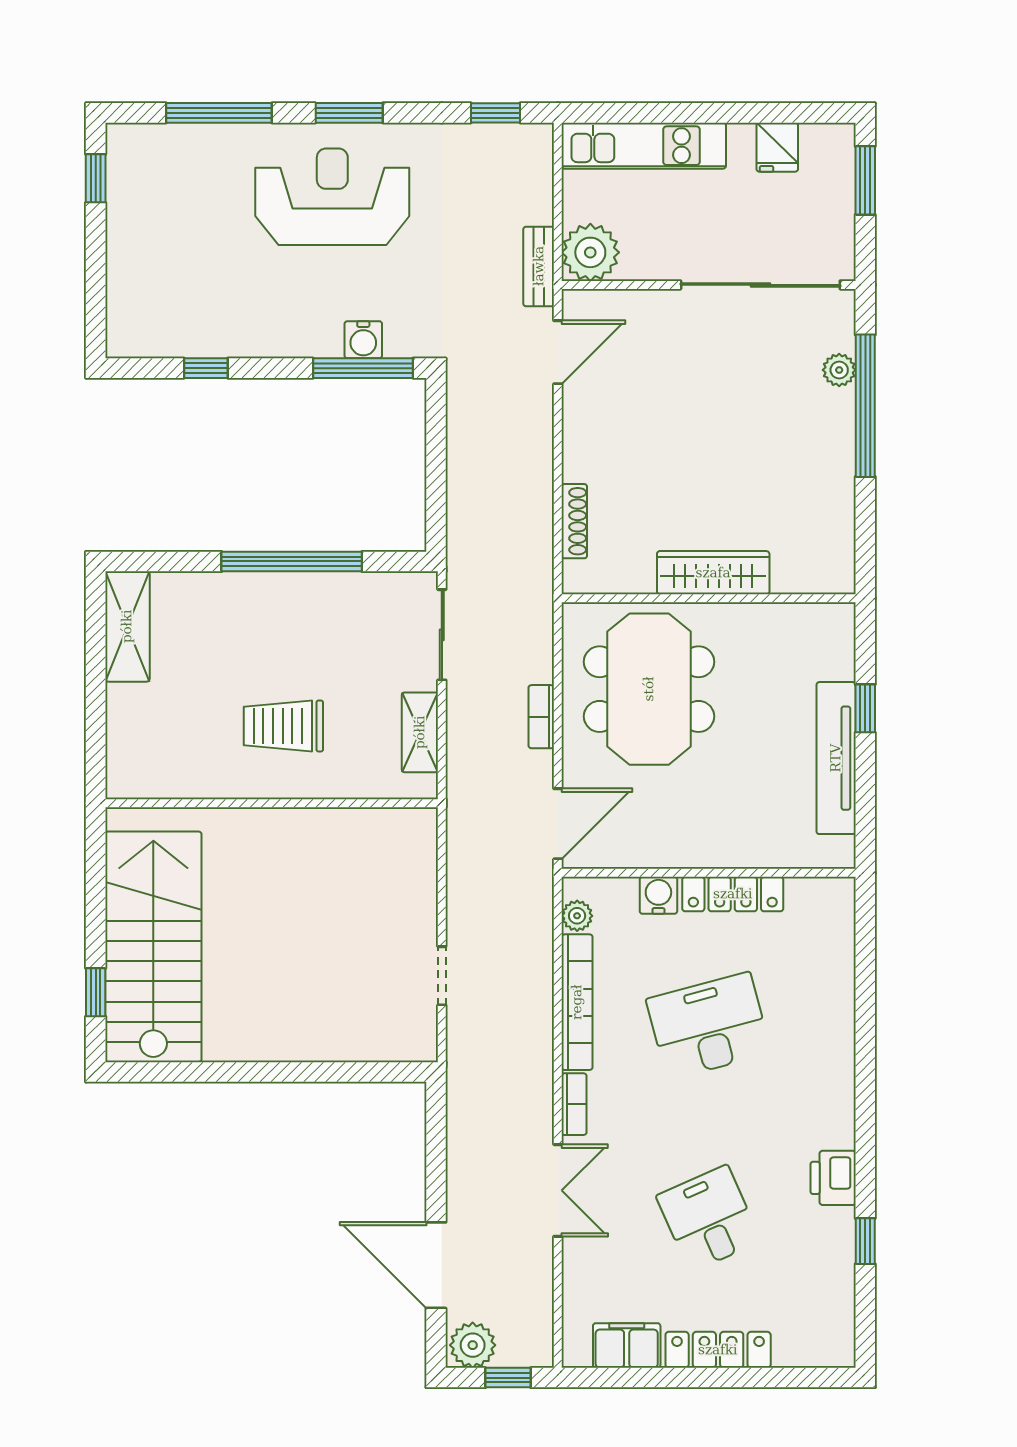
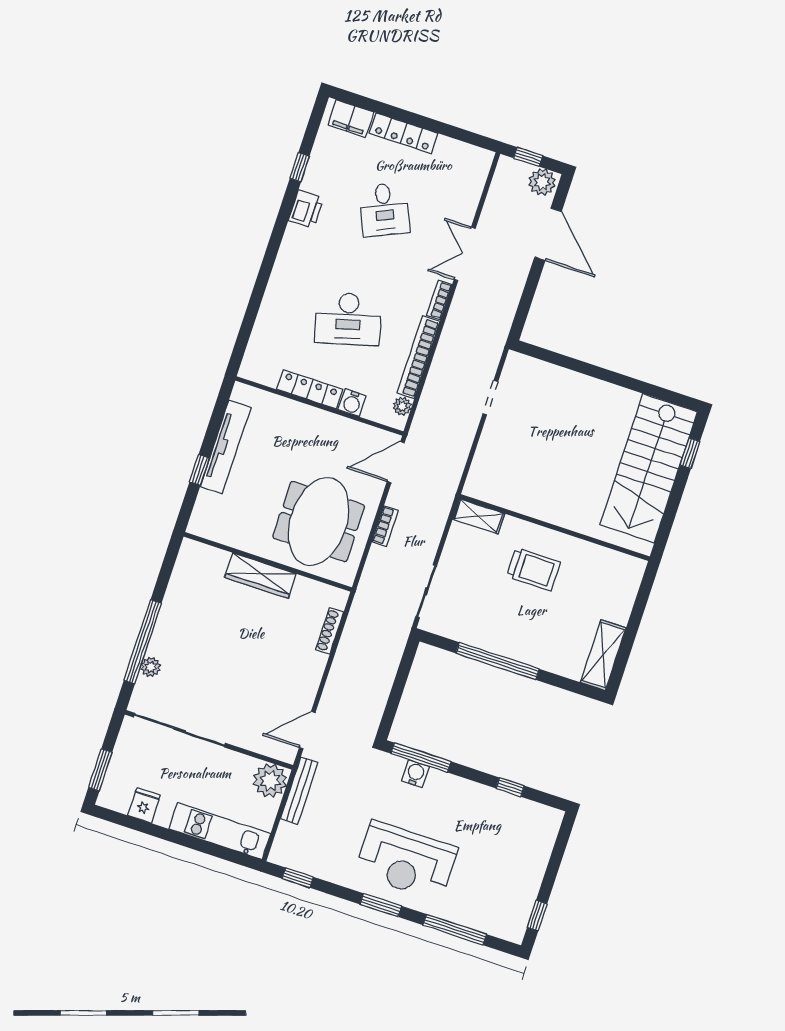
bench: (539, 266) -> (299, 791), width x1.36
shelving: (420, 732) -> (479, 516), moved, turned 90
filing cabinet: (627, 1345) -> (351, 119), moved

